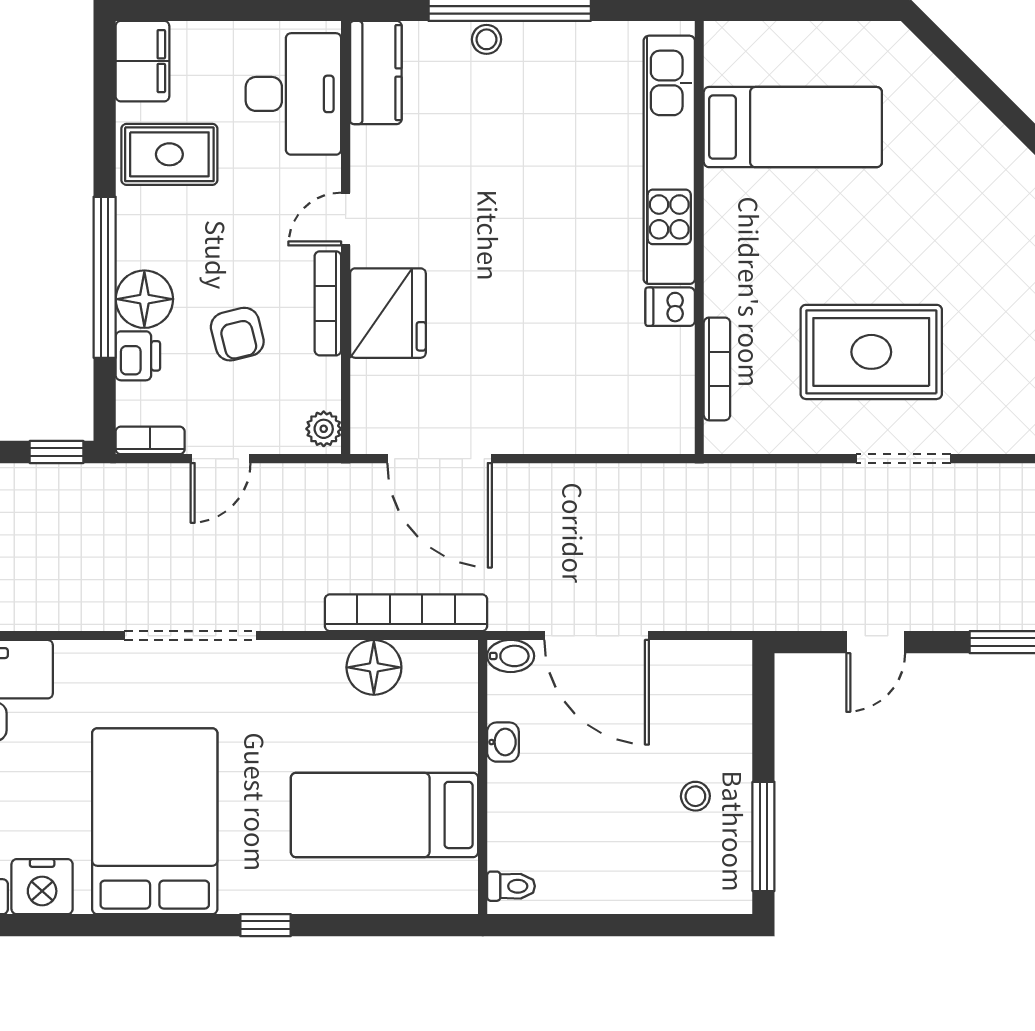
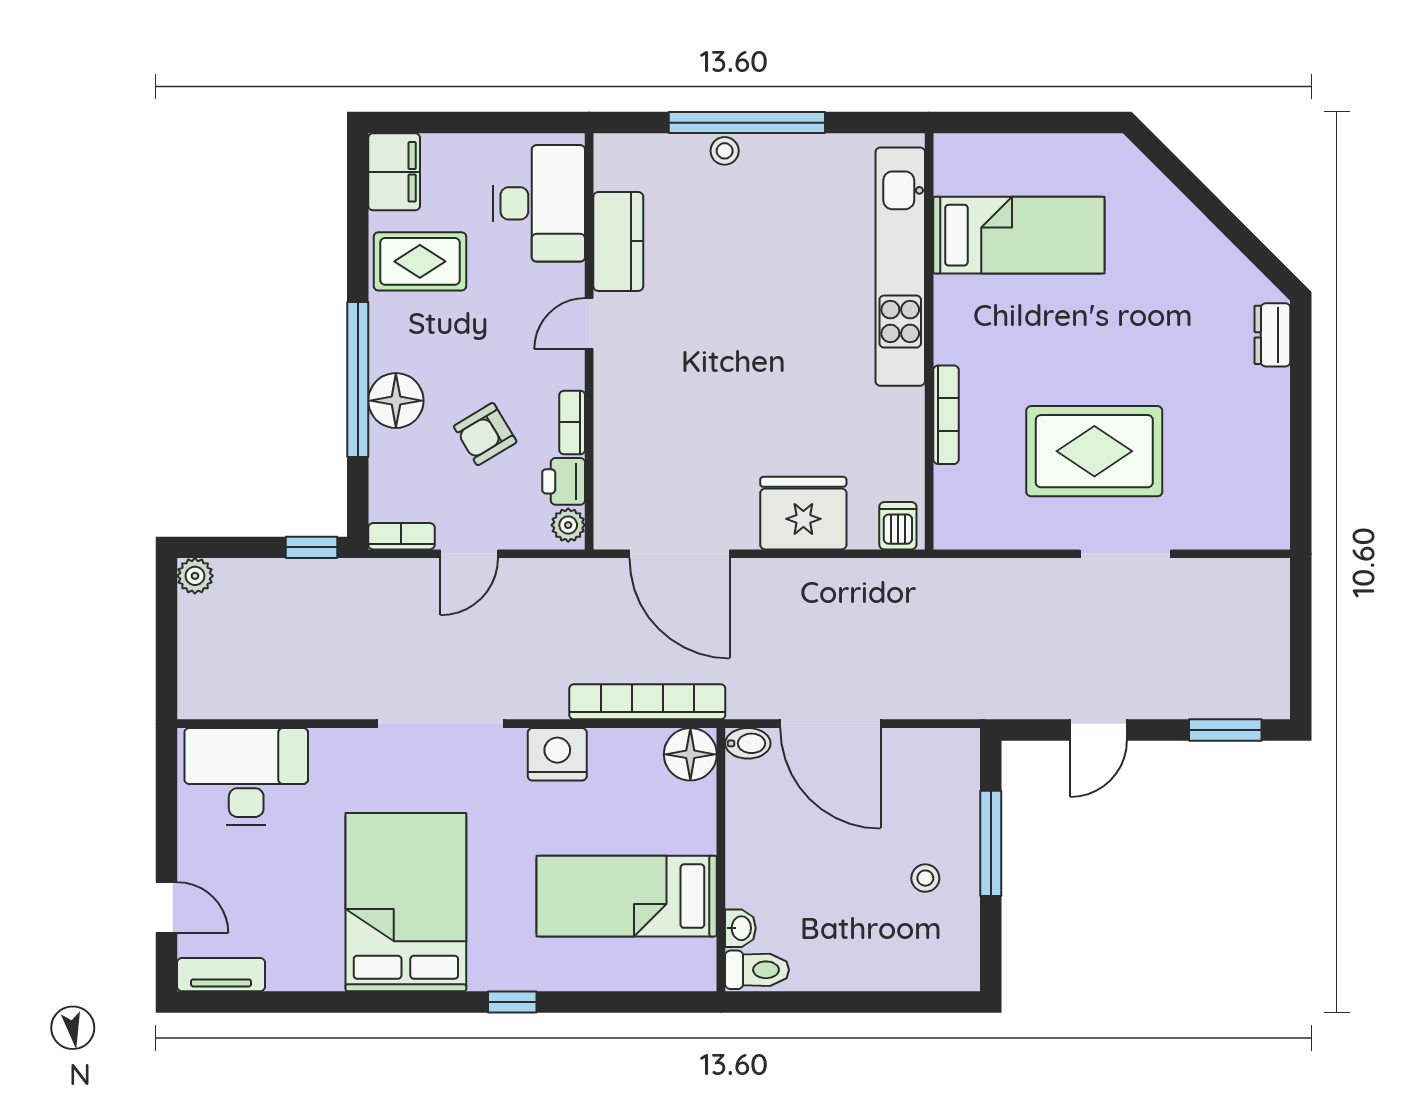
kitchen counter: (376, 73) -> (618, 241), moved
bookcase: (328, 303) -> (572, 422), width x0.64
dishwasher: (670, 307) -> (898, 526), moved, turned 90
fridge: (388, 313) -> (803, 513), moved, turned -90
armchair: (237, 334) -> (485, 434), turned 73
printer: (138, 356) -> (564, 481), moved, turned 180
bookcase: (717, 369) -> (946, 415), moved
floor lamp: (374, 667) -> (690, 754), moved
washbasin: (503, 742) -> (740, 928), moved
window: (763, 836) -> (991, 843), moved
toilet: (511, 886) -> (757, 970), width x1.37, depth x1.39
nightstand: (42, 887) -> (557, 754), moved, turned 180

